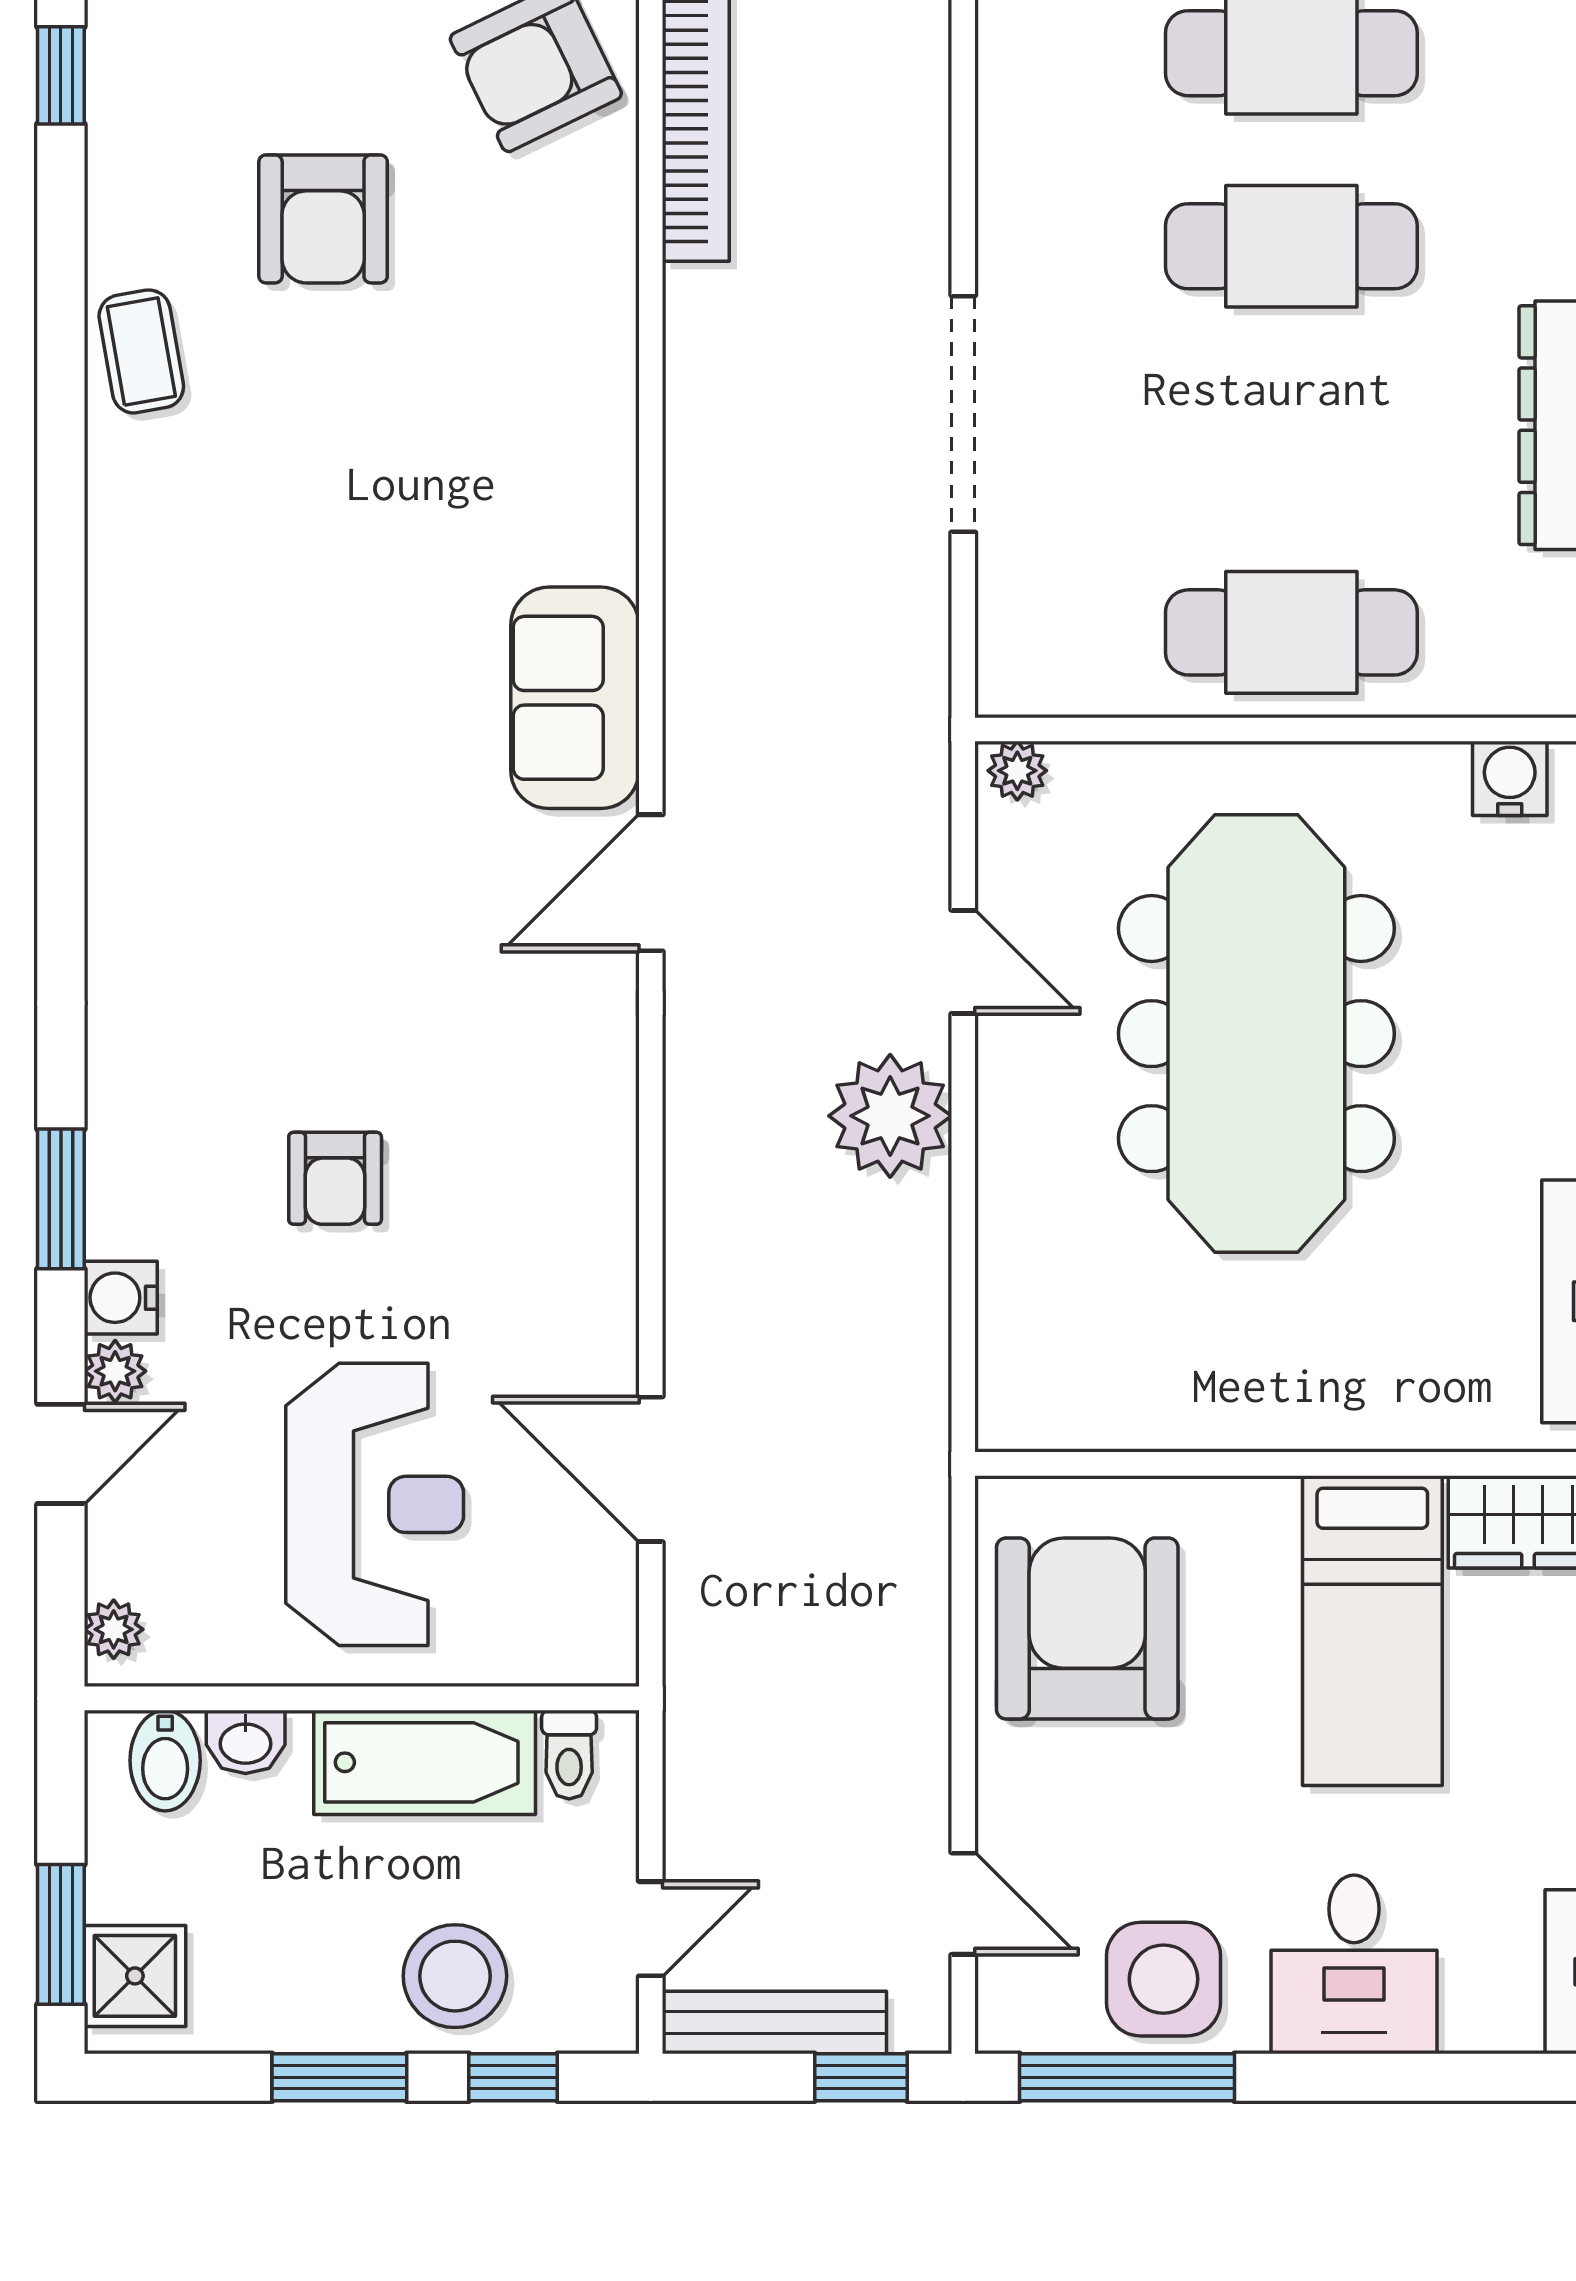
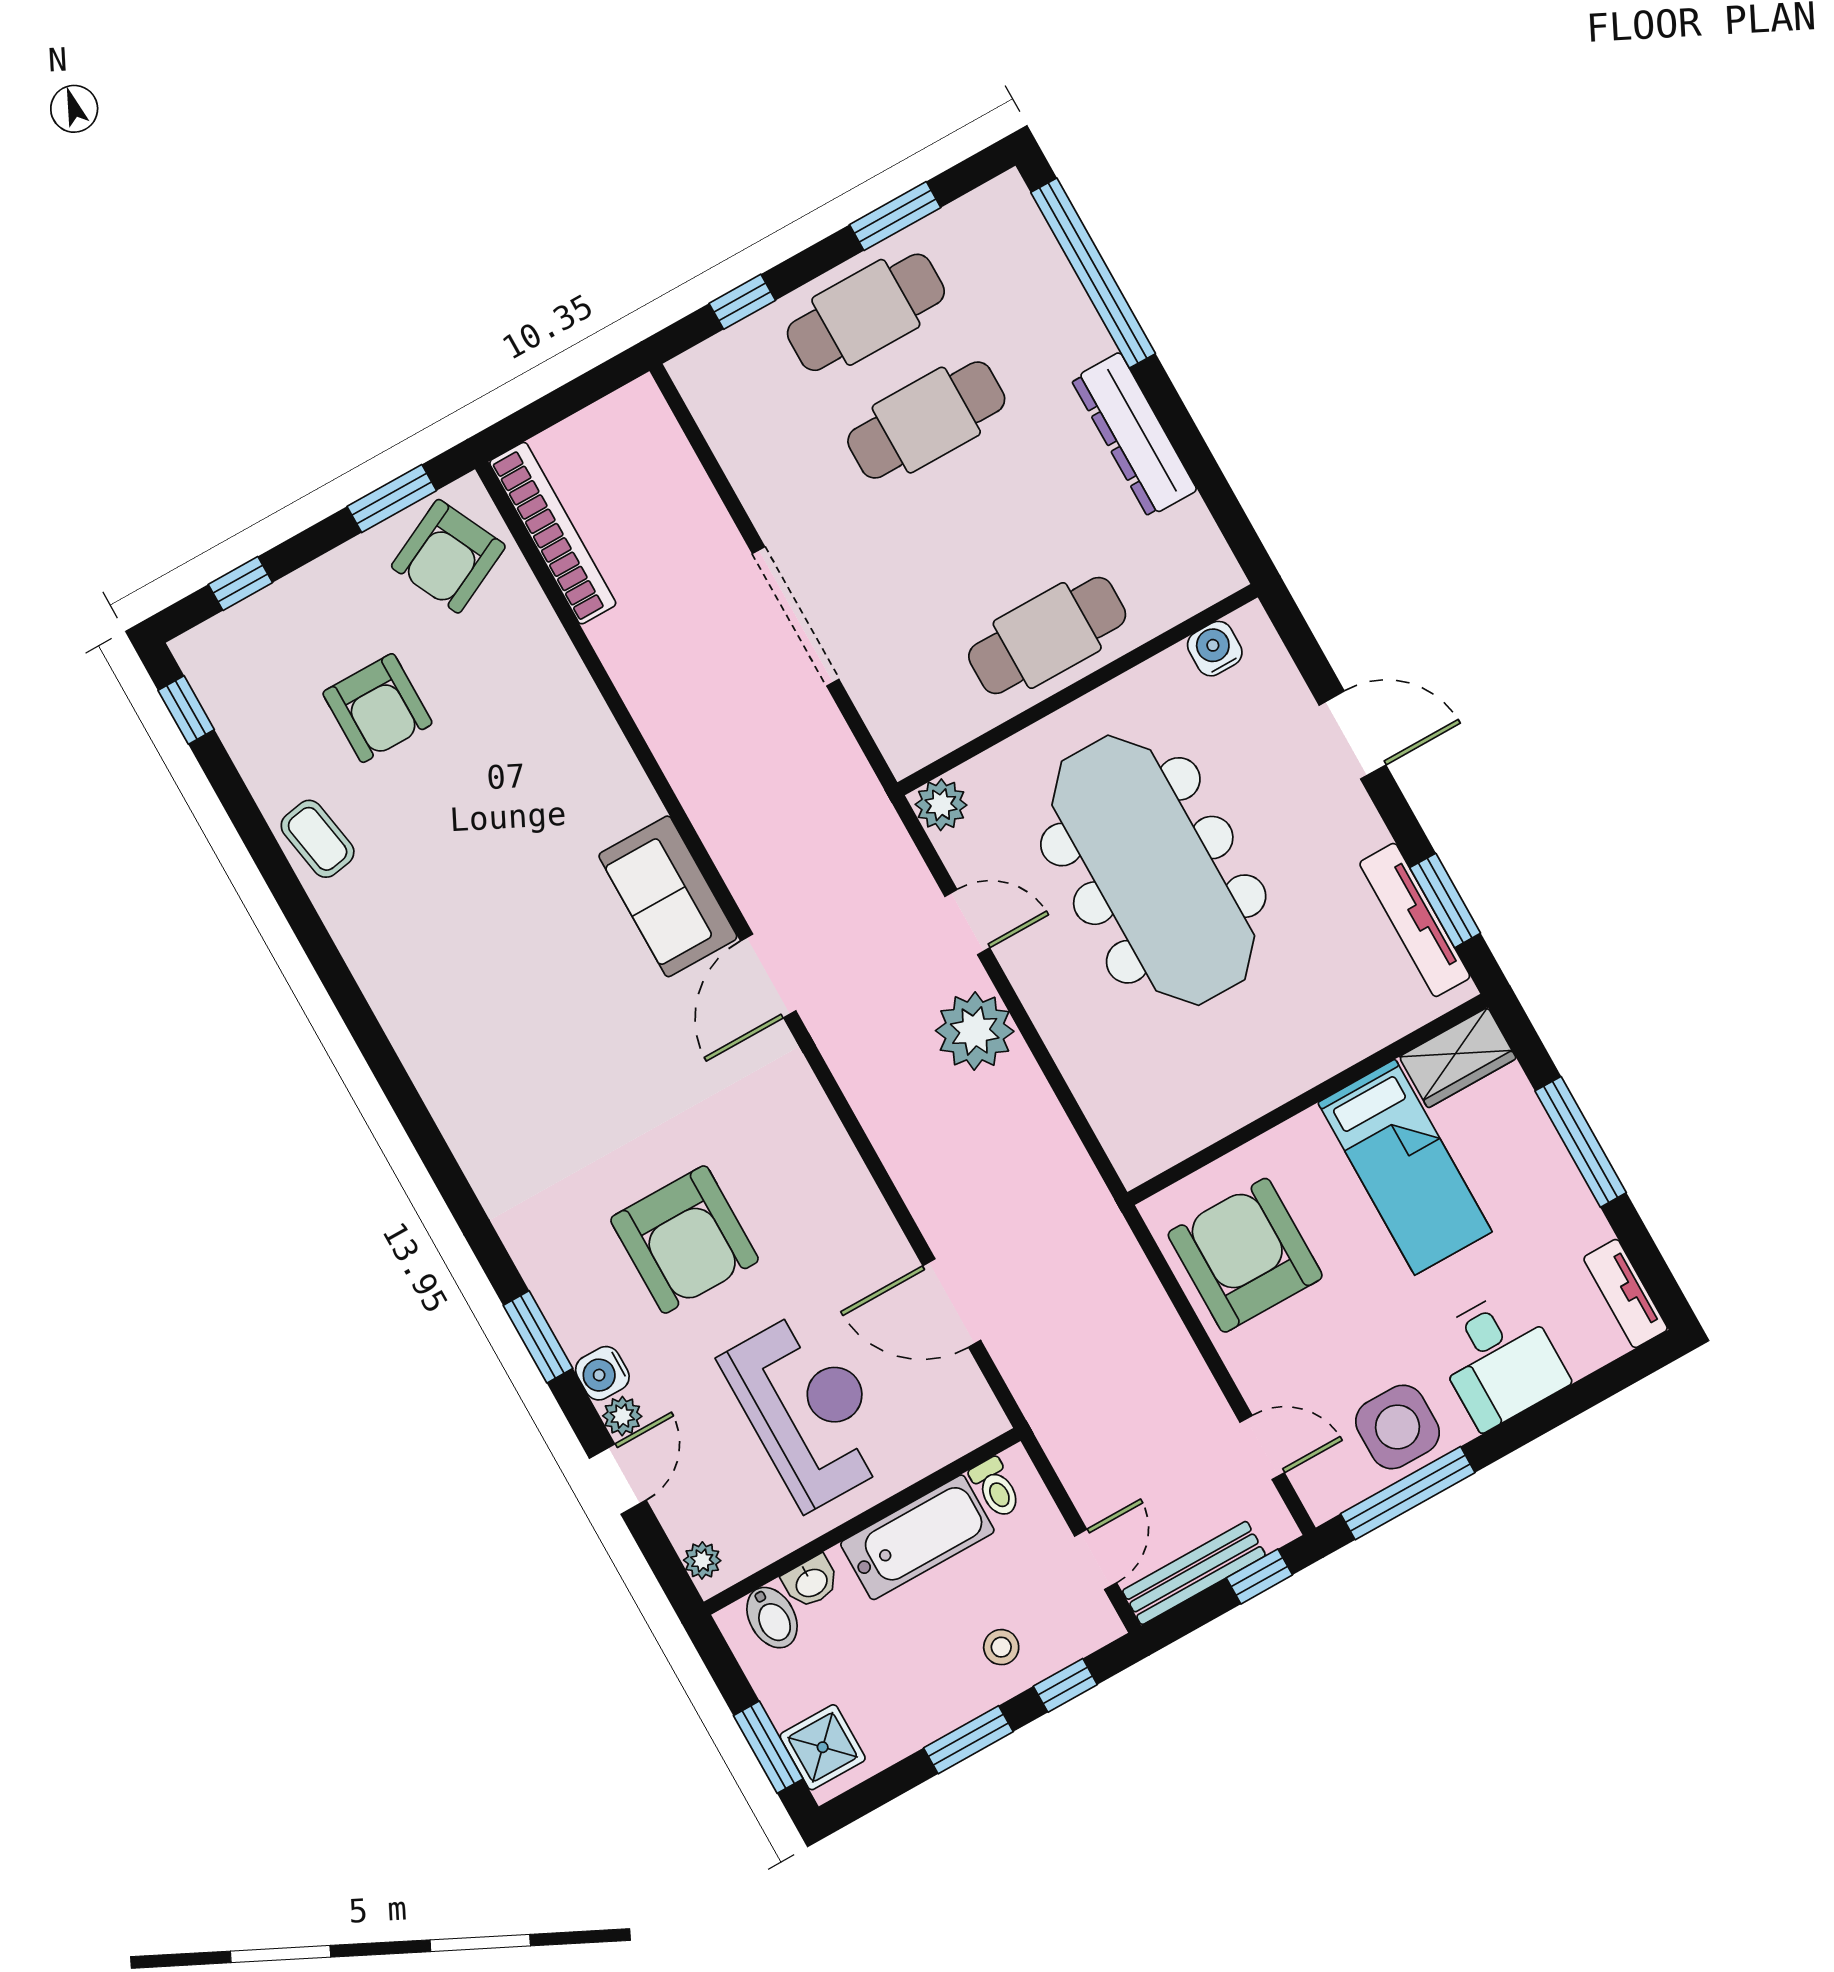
plant: (1017, 771) -> (941, 805), width x1.38, depth x1.38
armchair: (335, 1178) -> (684, 1240), width x1.88, depth x1.88
stool: (455, 1976) -> (1001, 1647), width x0.53, depth x0.53

